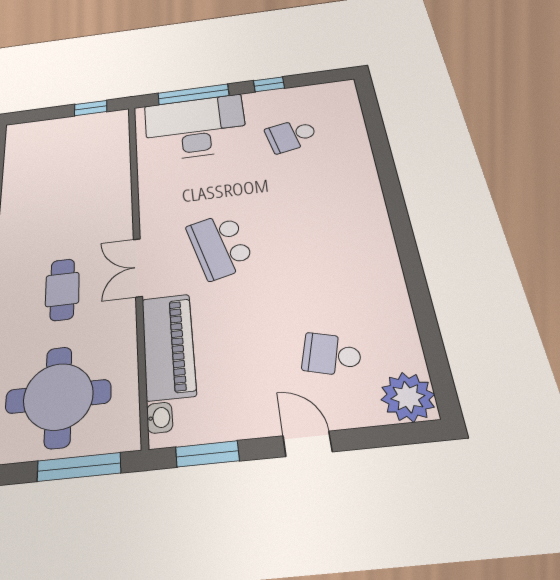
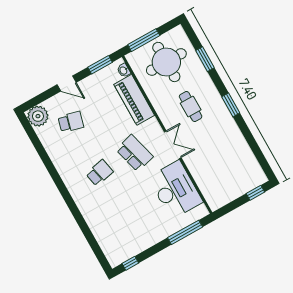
window: (269, 84) -> (130, 263), moved
window: (91, 108) -> (255, 193), moved
desk: (195, 127) -> (175, 190), moved, turned -90
school desk: (291, 135) -> (100, 173), moved
double door: (138, 267) -> (173, 145), moved

